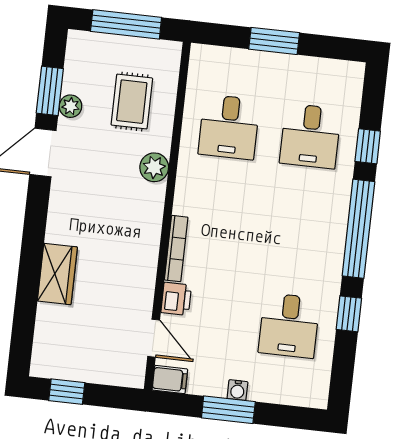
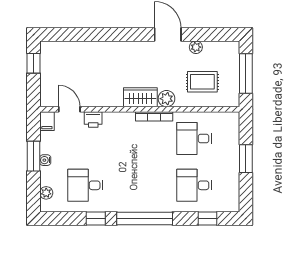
window: (50, 91) -> (203, 34), removed
window: (368, 146) -> (207, 219), moved
bookcase: (176, 249) -> (154, 116), moved
wardrobe: (57, 274) -> (140, 97), moved, turned 180
door: (154, 338) -> (69, 109), swing flipped
plant: (295, 395) -> (46, 193), added

